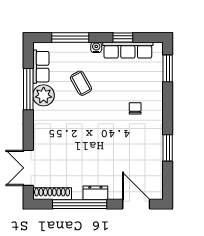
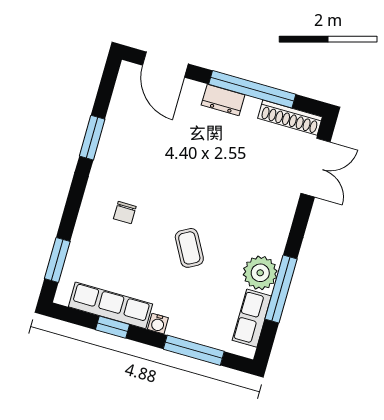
coffee table: (81, 83) -> (189, 248), moved

